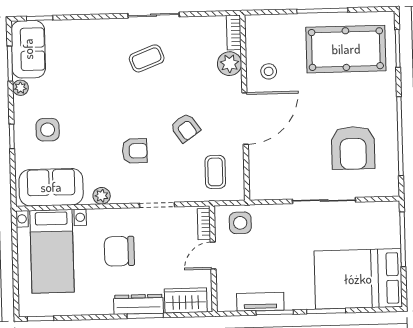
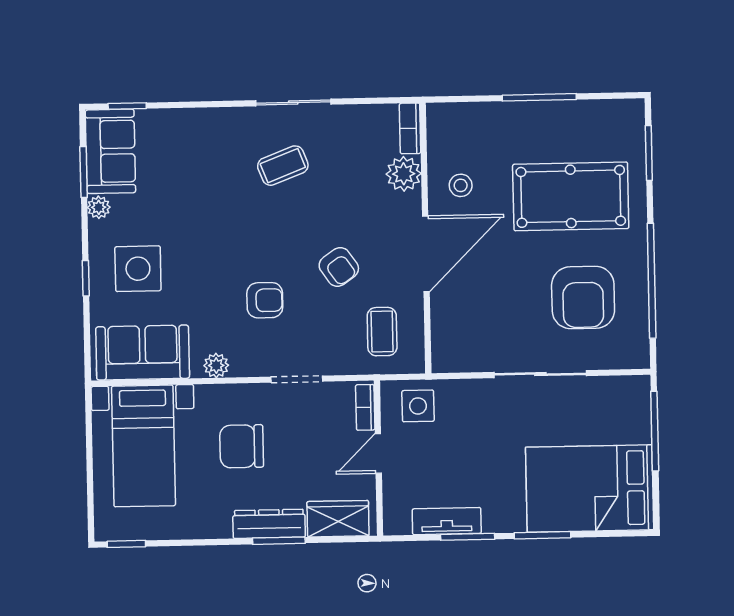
pool table: (346, 49) -> (571, 196), moved
side table: (48, 130) -> (138, 269), width x1.37, depth x1.37

